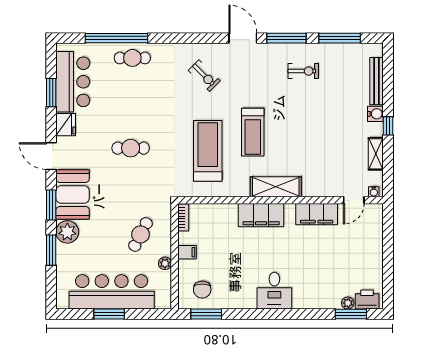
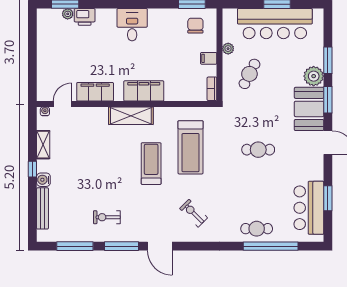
fridge: (66, 125) -> (315, 170), removed
printer: (367, 299) -> (85, 17), moved

